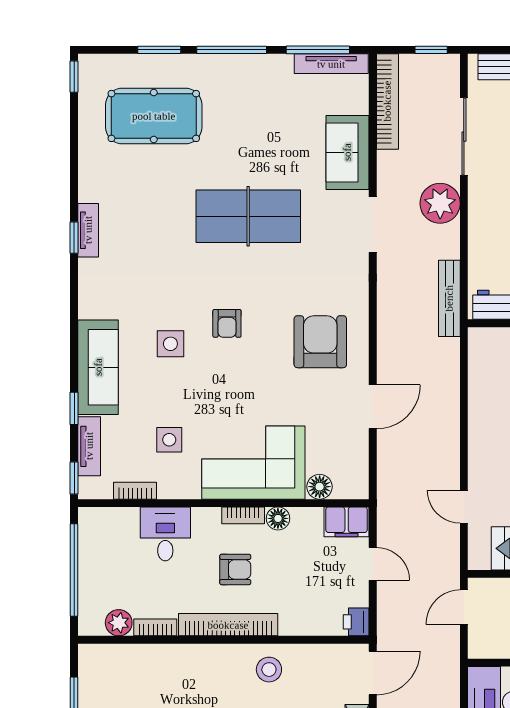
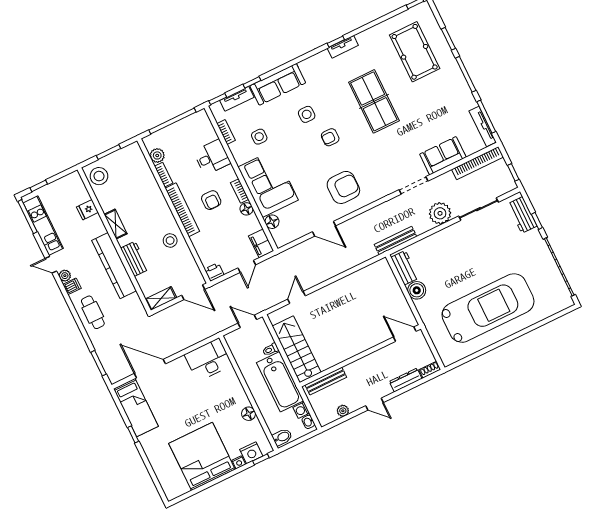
table tennis table: (248, 216) -> (374, 101), moved

